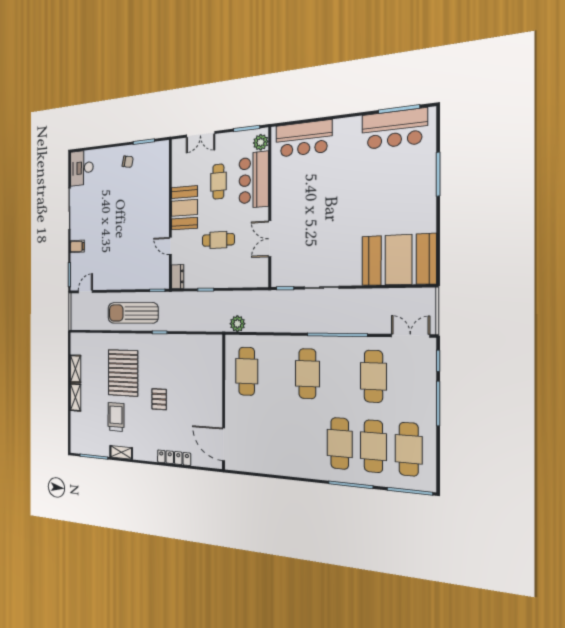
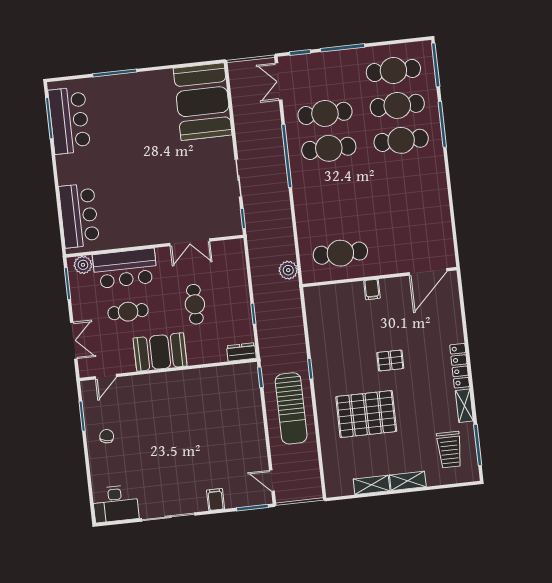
door: (170, 246) -> (106, 377), moved
cafe table: (307, 374) -> (329, 148), moved
filing cabinet: (215, 394) -> (372, 289), added
trolley: (116, 417) -> (449, 450), moved, turned -90
locker: (174, 458) -> (460, 366), moved

